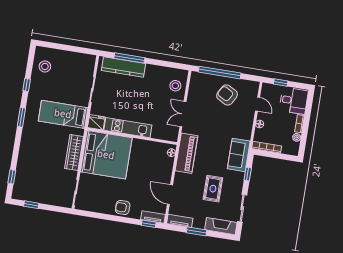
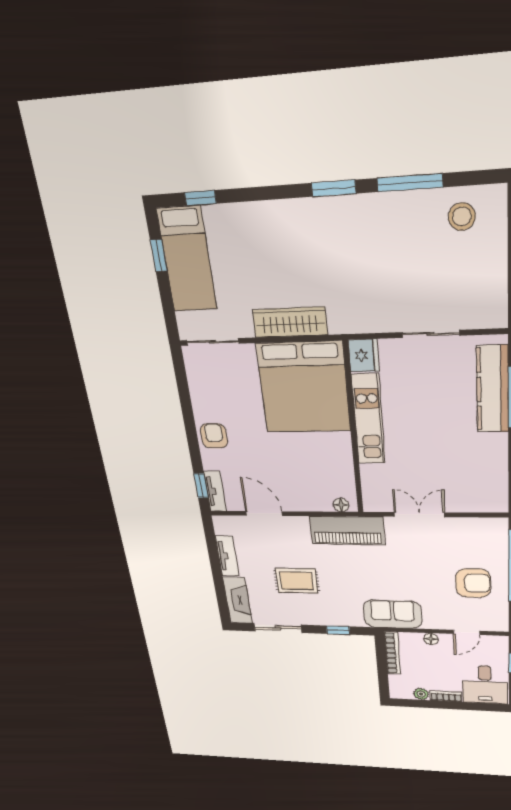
window: (27, 85) -> (410, 183), width x2.17
stool: (175, 86) -> (473, 493), removed
armchair: (227, 95) -> (473, 583), turned 61
bed: (63, 114) -> (187, 259), moved, turned 180
sofa: (239, 155) -> (393, 614), moved
door: (170, 195) -> (264, 514), hinge flipped
tv unit: (180, 221) -> (227, 556), moved
window: (196, 231) -> (215, 565), removed

